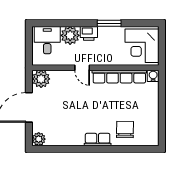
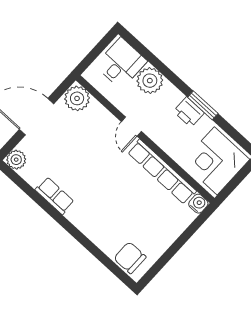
printer: (89, 33) -> (189, 112), moved
chair: (125, 129) -> (130, 258), moved, turned -91
row of seats: (98, 140) -> (55, 196), moved

